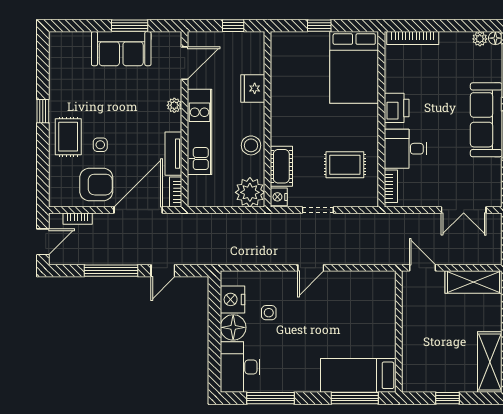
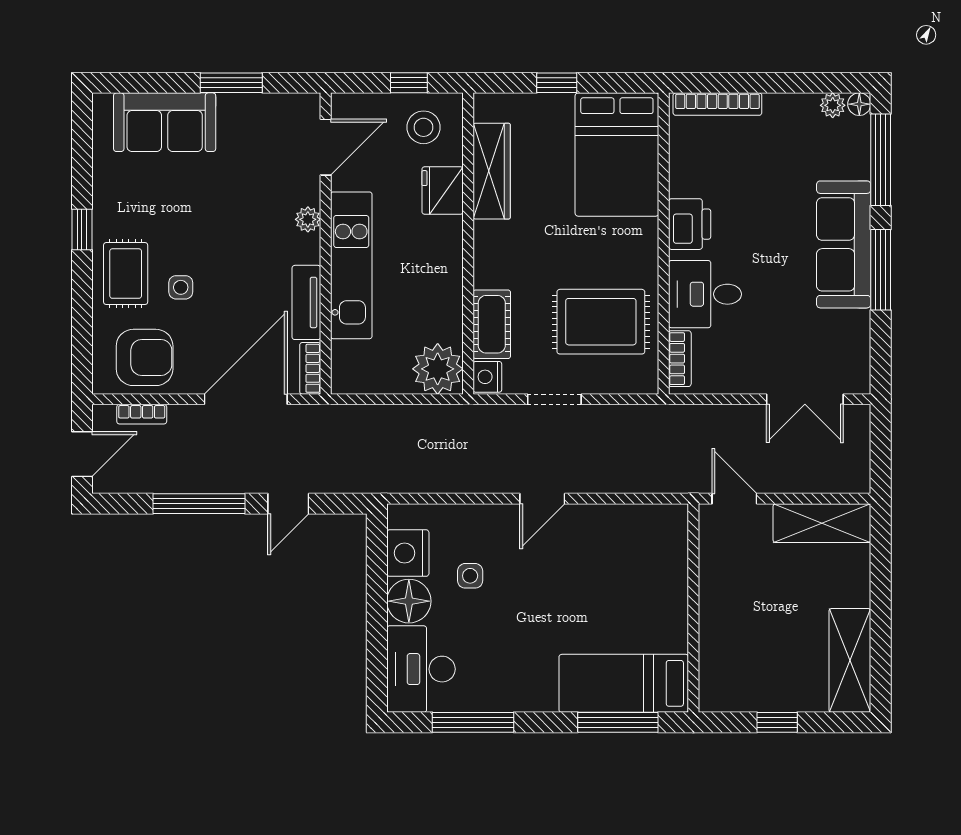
sofa: (121, 49) -> (165, 122), moved
wardrobe: (281, 77) -> (492, 171), added
stool: (251, 145) -> (423, 127), moved
rug: (345, 165) -> (601, 322), width x1.36, depth x1.43
armchair: (96, 185) -> (145, 357), moved

